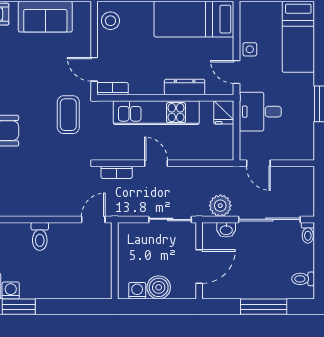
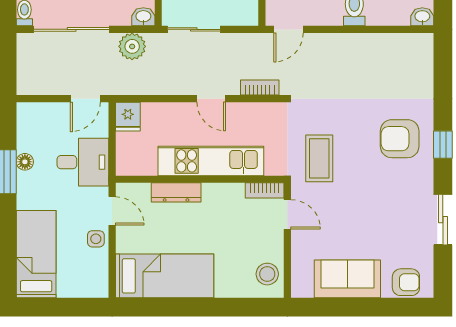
fridge: (224, 112) -> (128, 117), moved, turned 180
floor lamp: (307, 112) -> (25, 162), added
door: (258, 163) -> (85, 99), swing flipped
washbasin: (226, 230) -> (143, 17), moved

